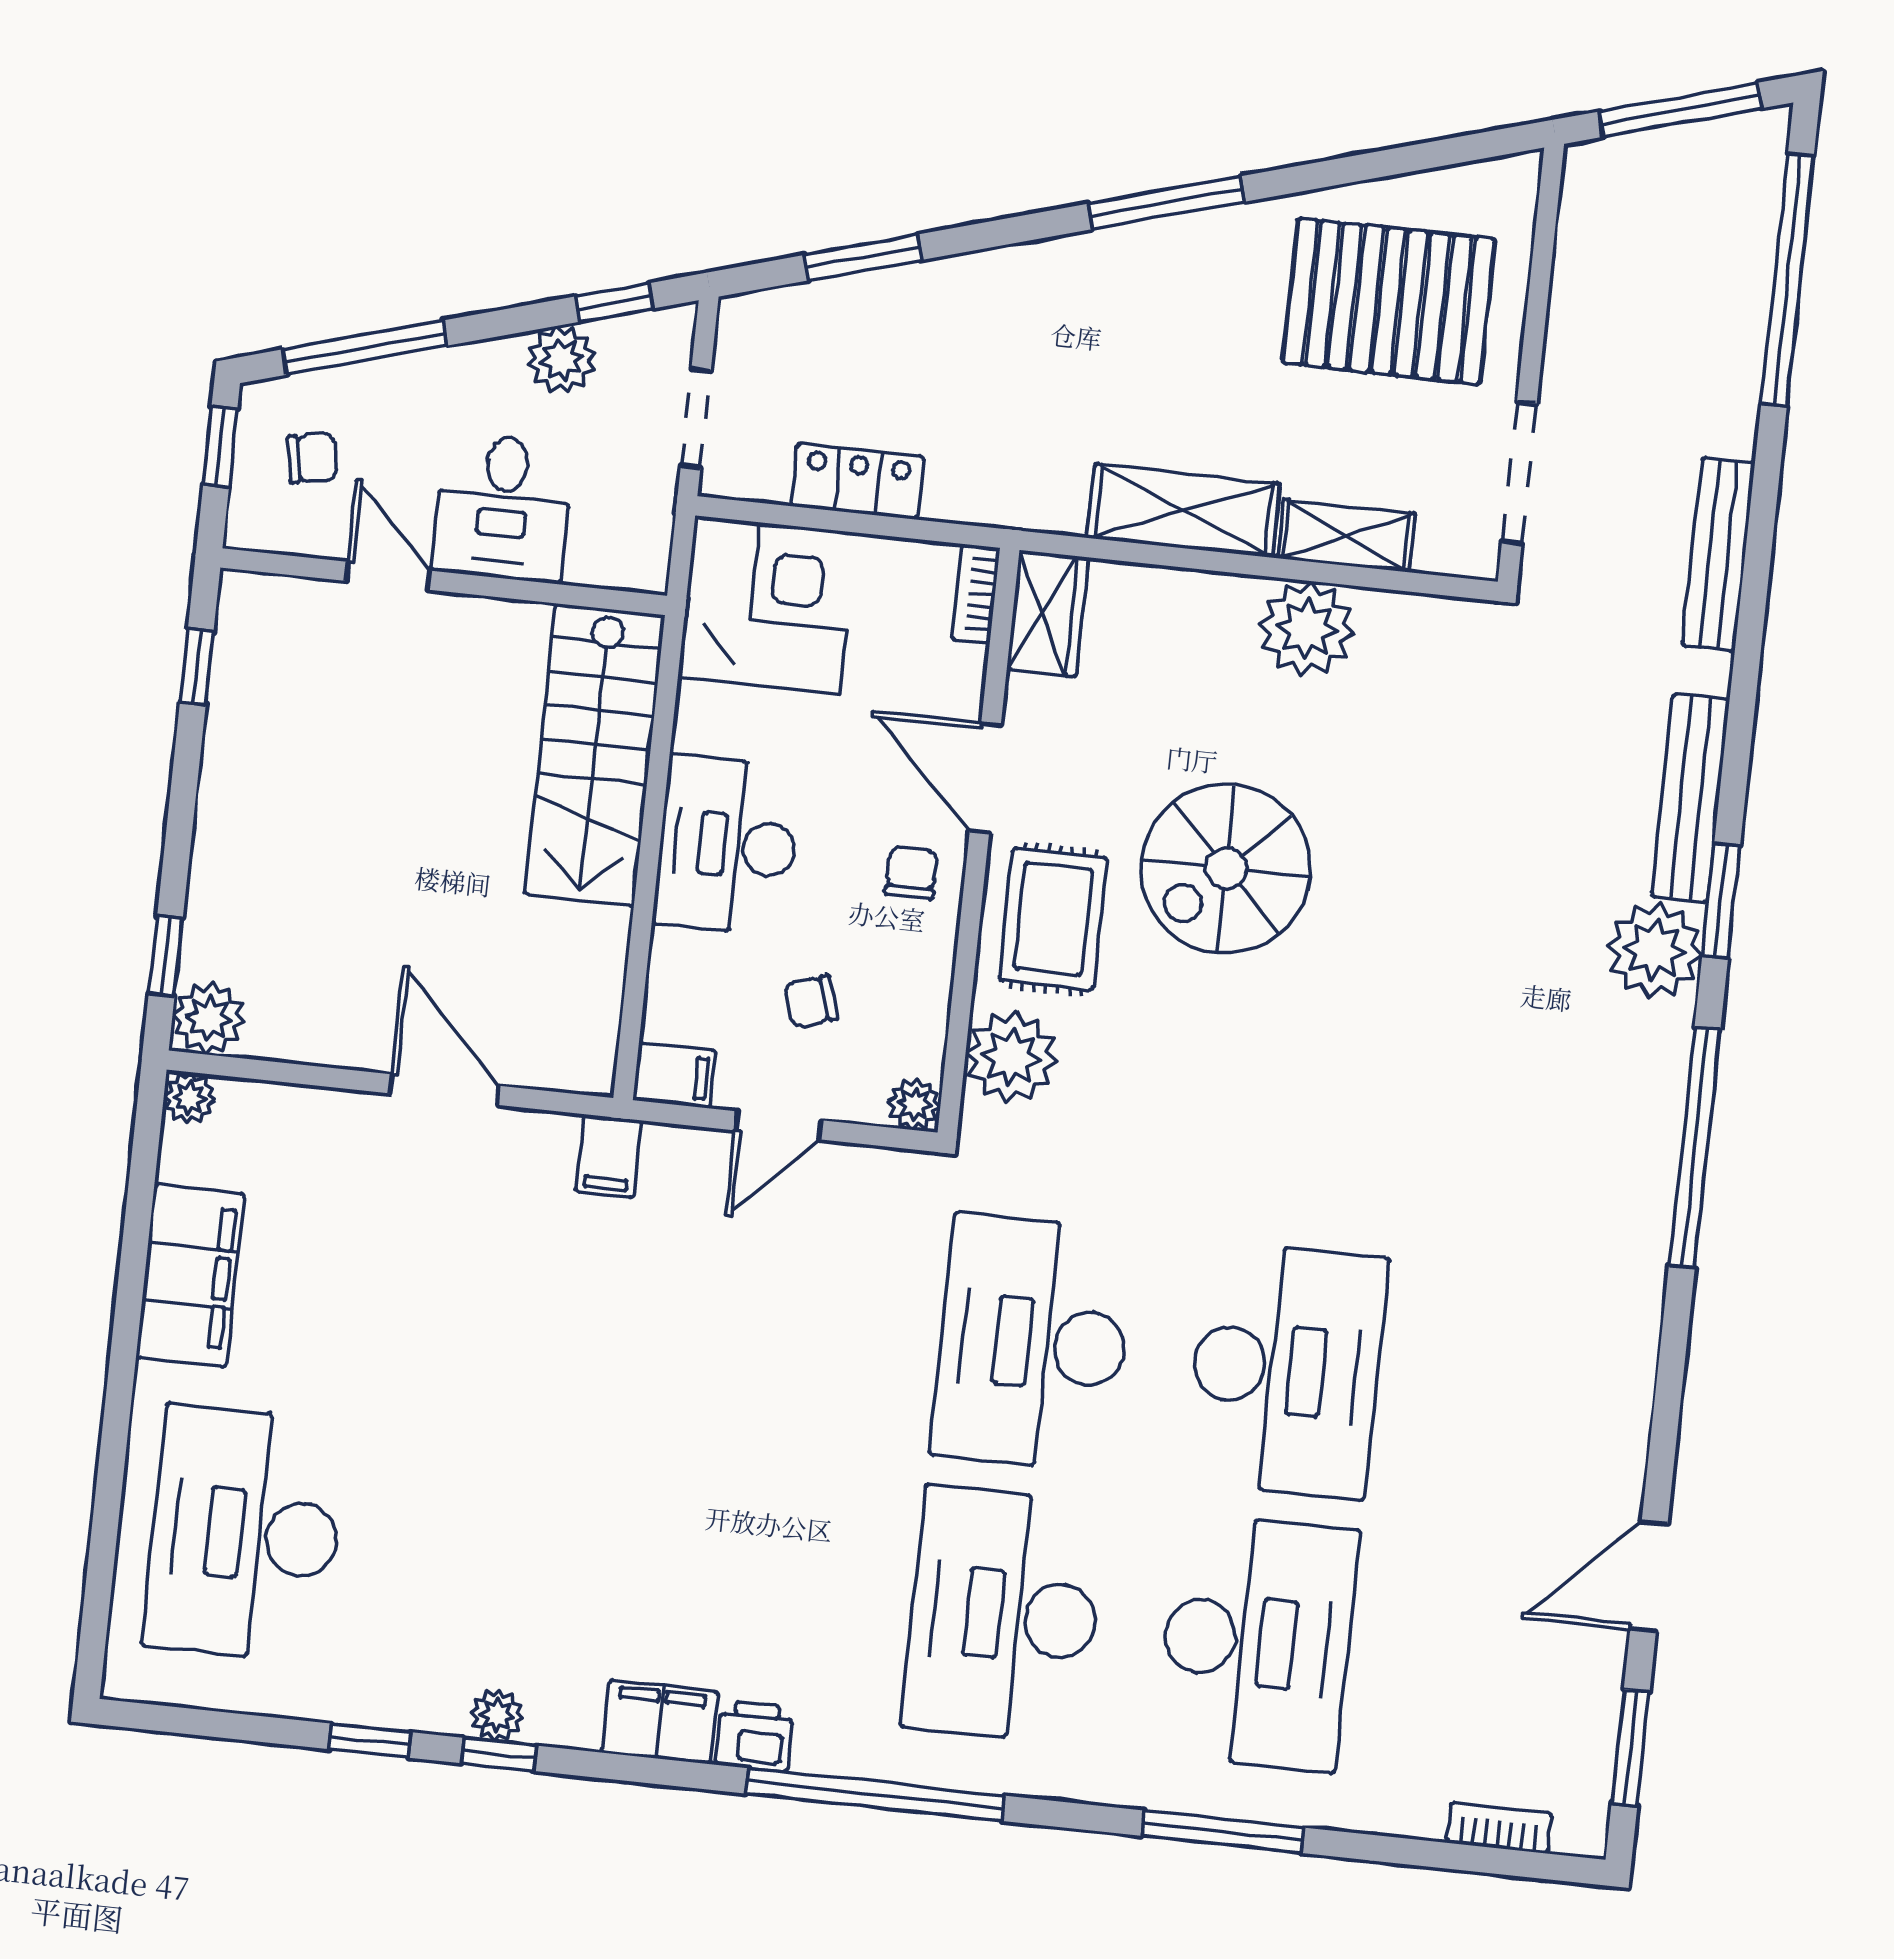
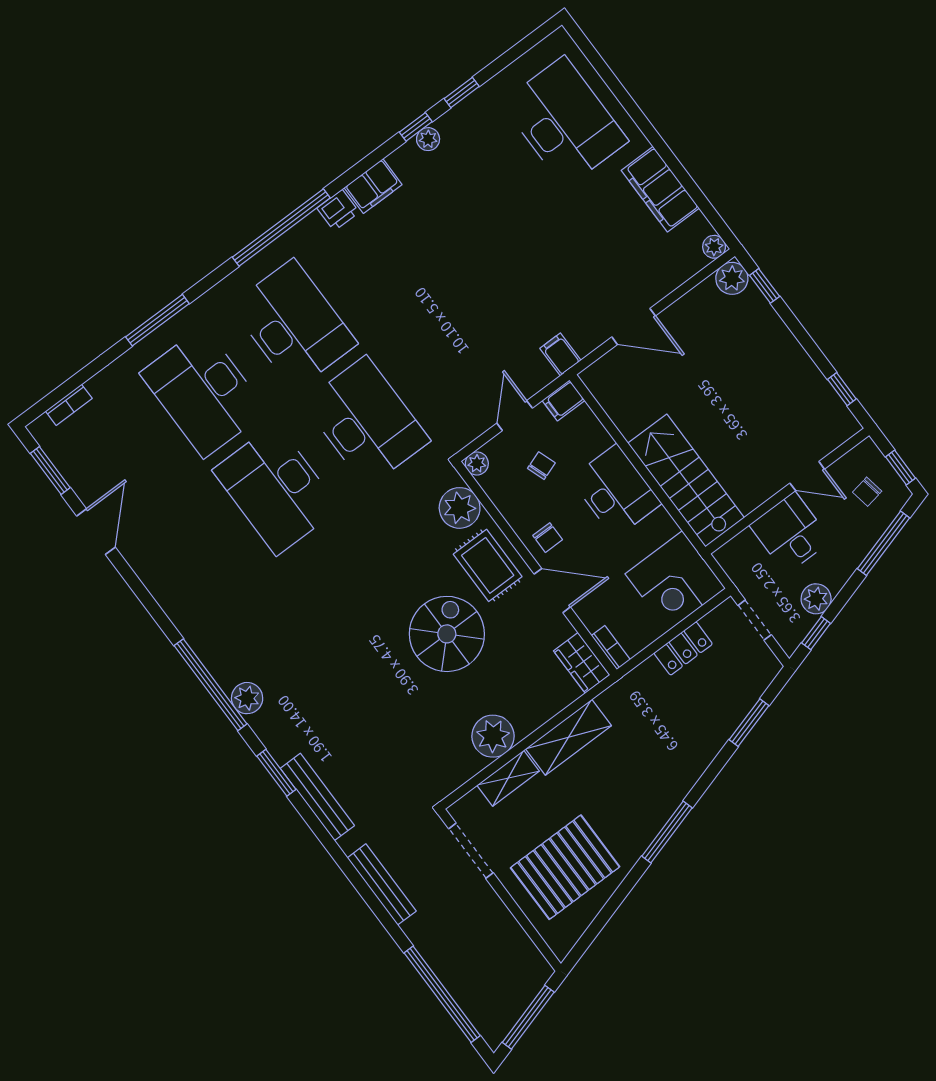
plant: (1655, 950) -> (247, 698), moved, width x0.73, depth x0.73

